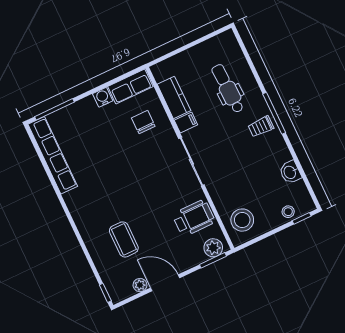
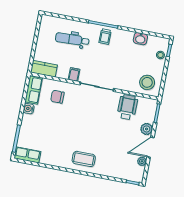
kitchen counter: (174, 97) -> (44, 69), moved
row of seats: (53, 155) -> (27, 155), width x0.50
coffee table: (124, 239) -> (84, 159), moved
plant: (213, 248) -> (147, 129), moved

